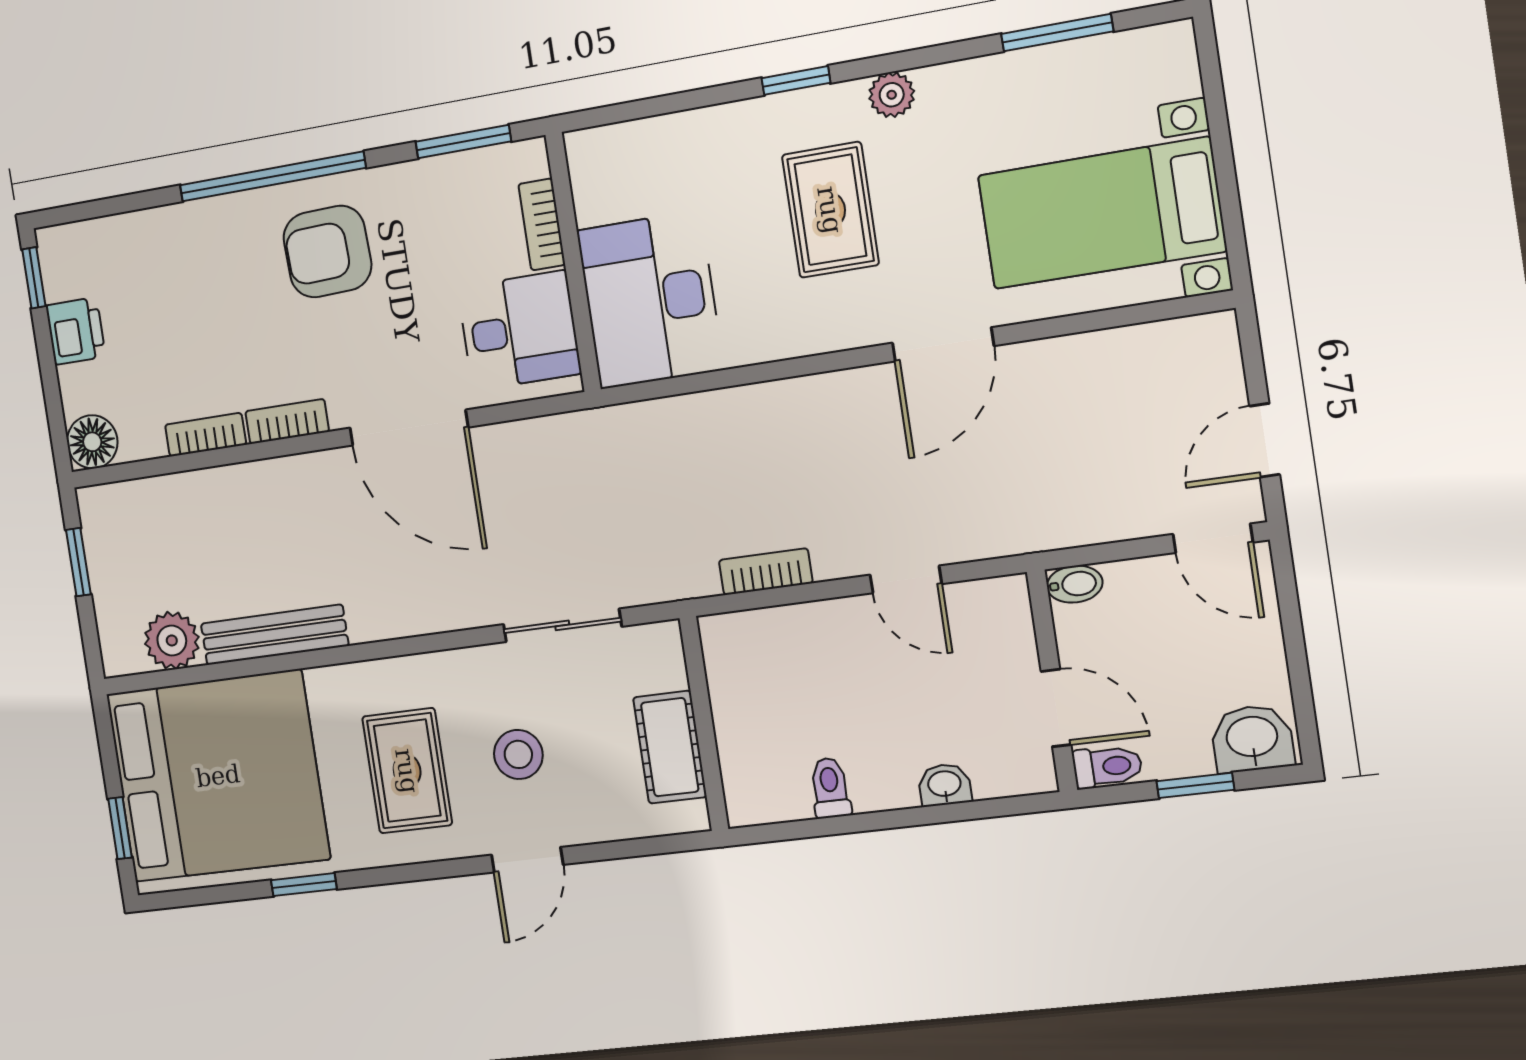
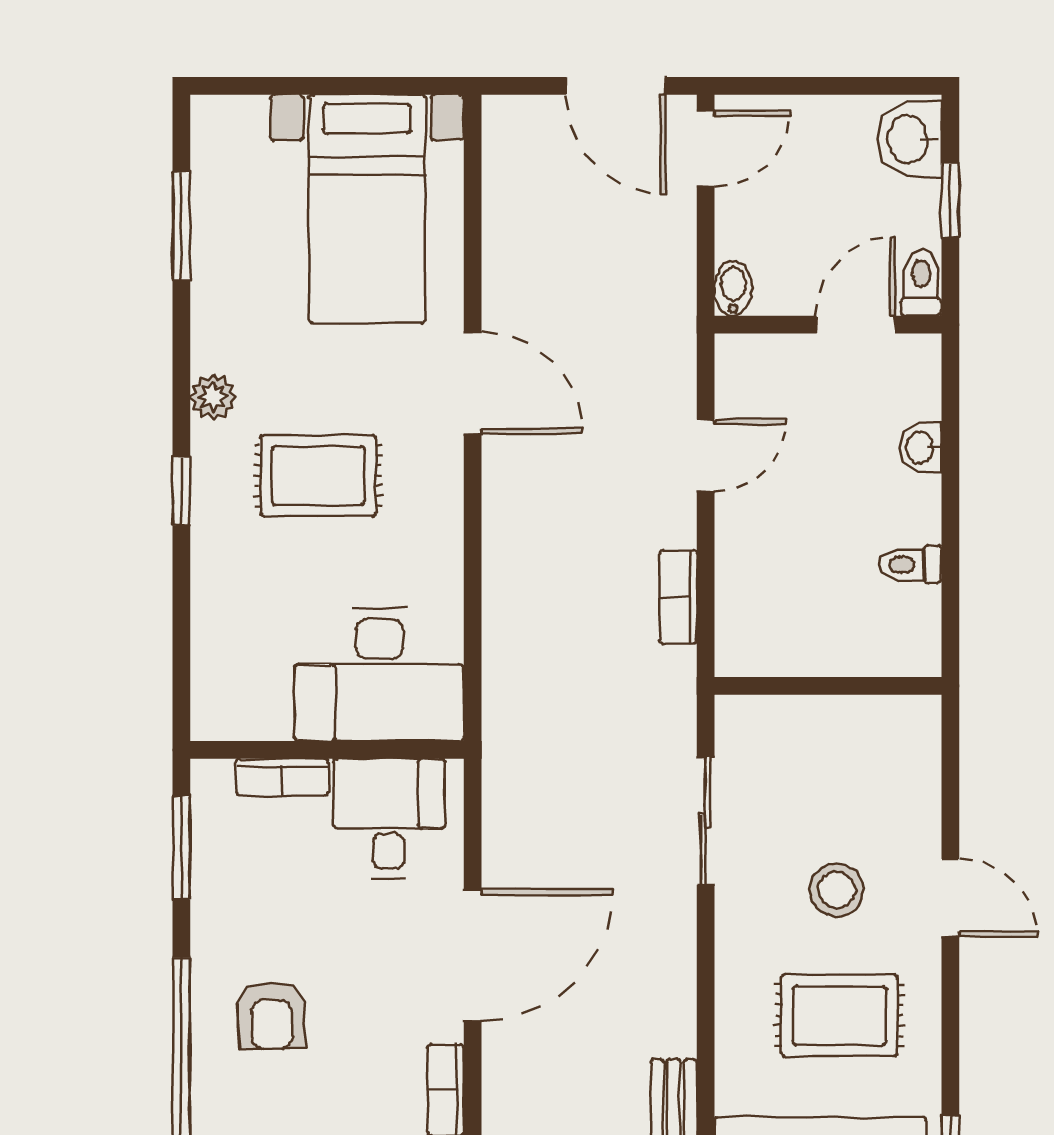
armchair: (327, 252) -> (271, 1015), width x0.72, depth x0.72
door: (1265, 440) -> (616, 86), width x1.38
cot: (670, 747) -> (848, 726), removed

